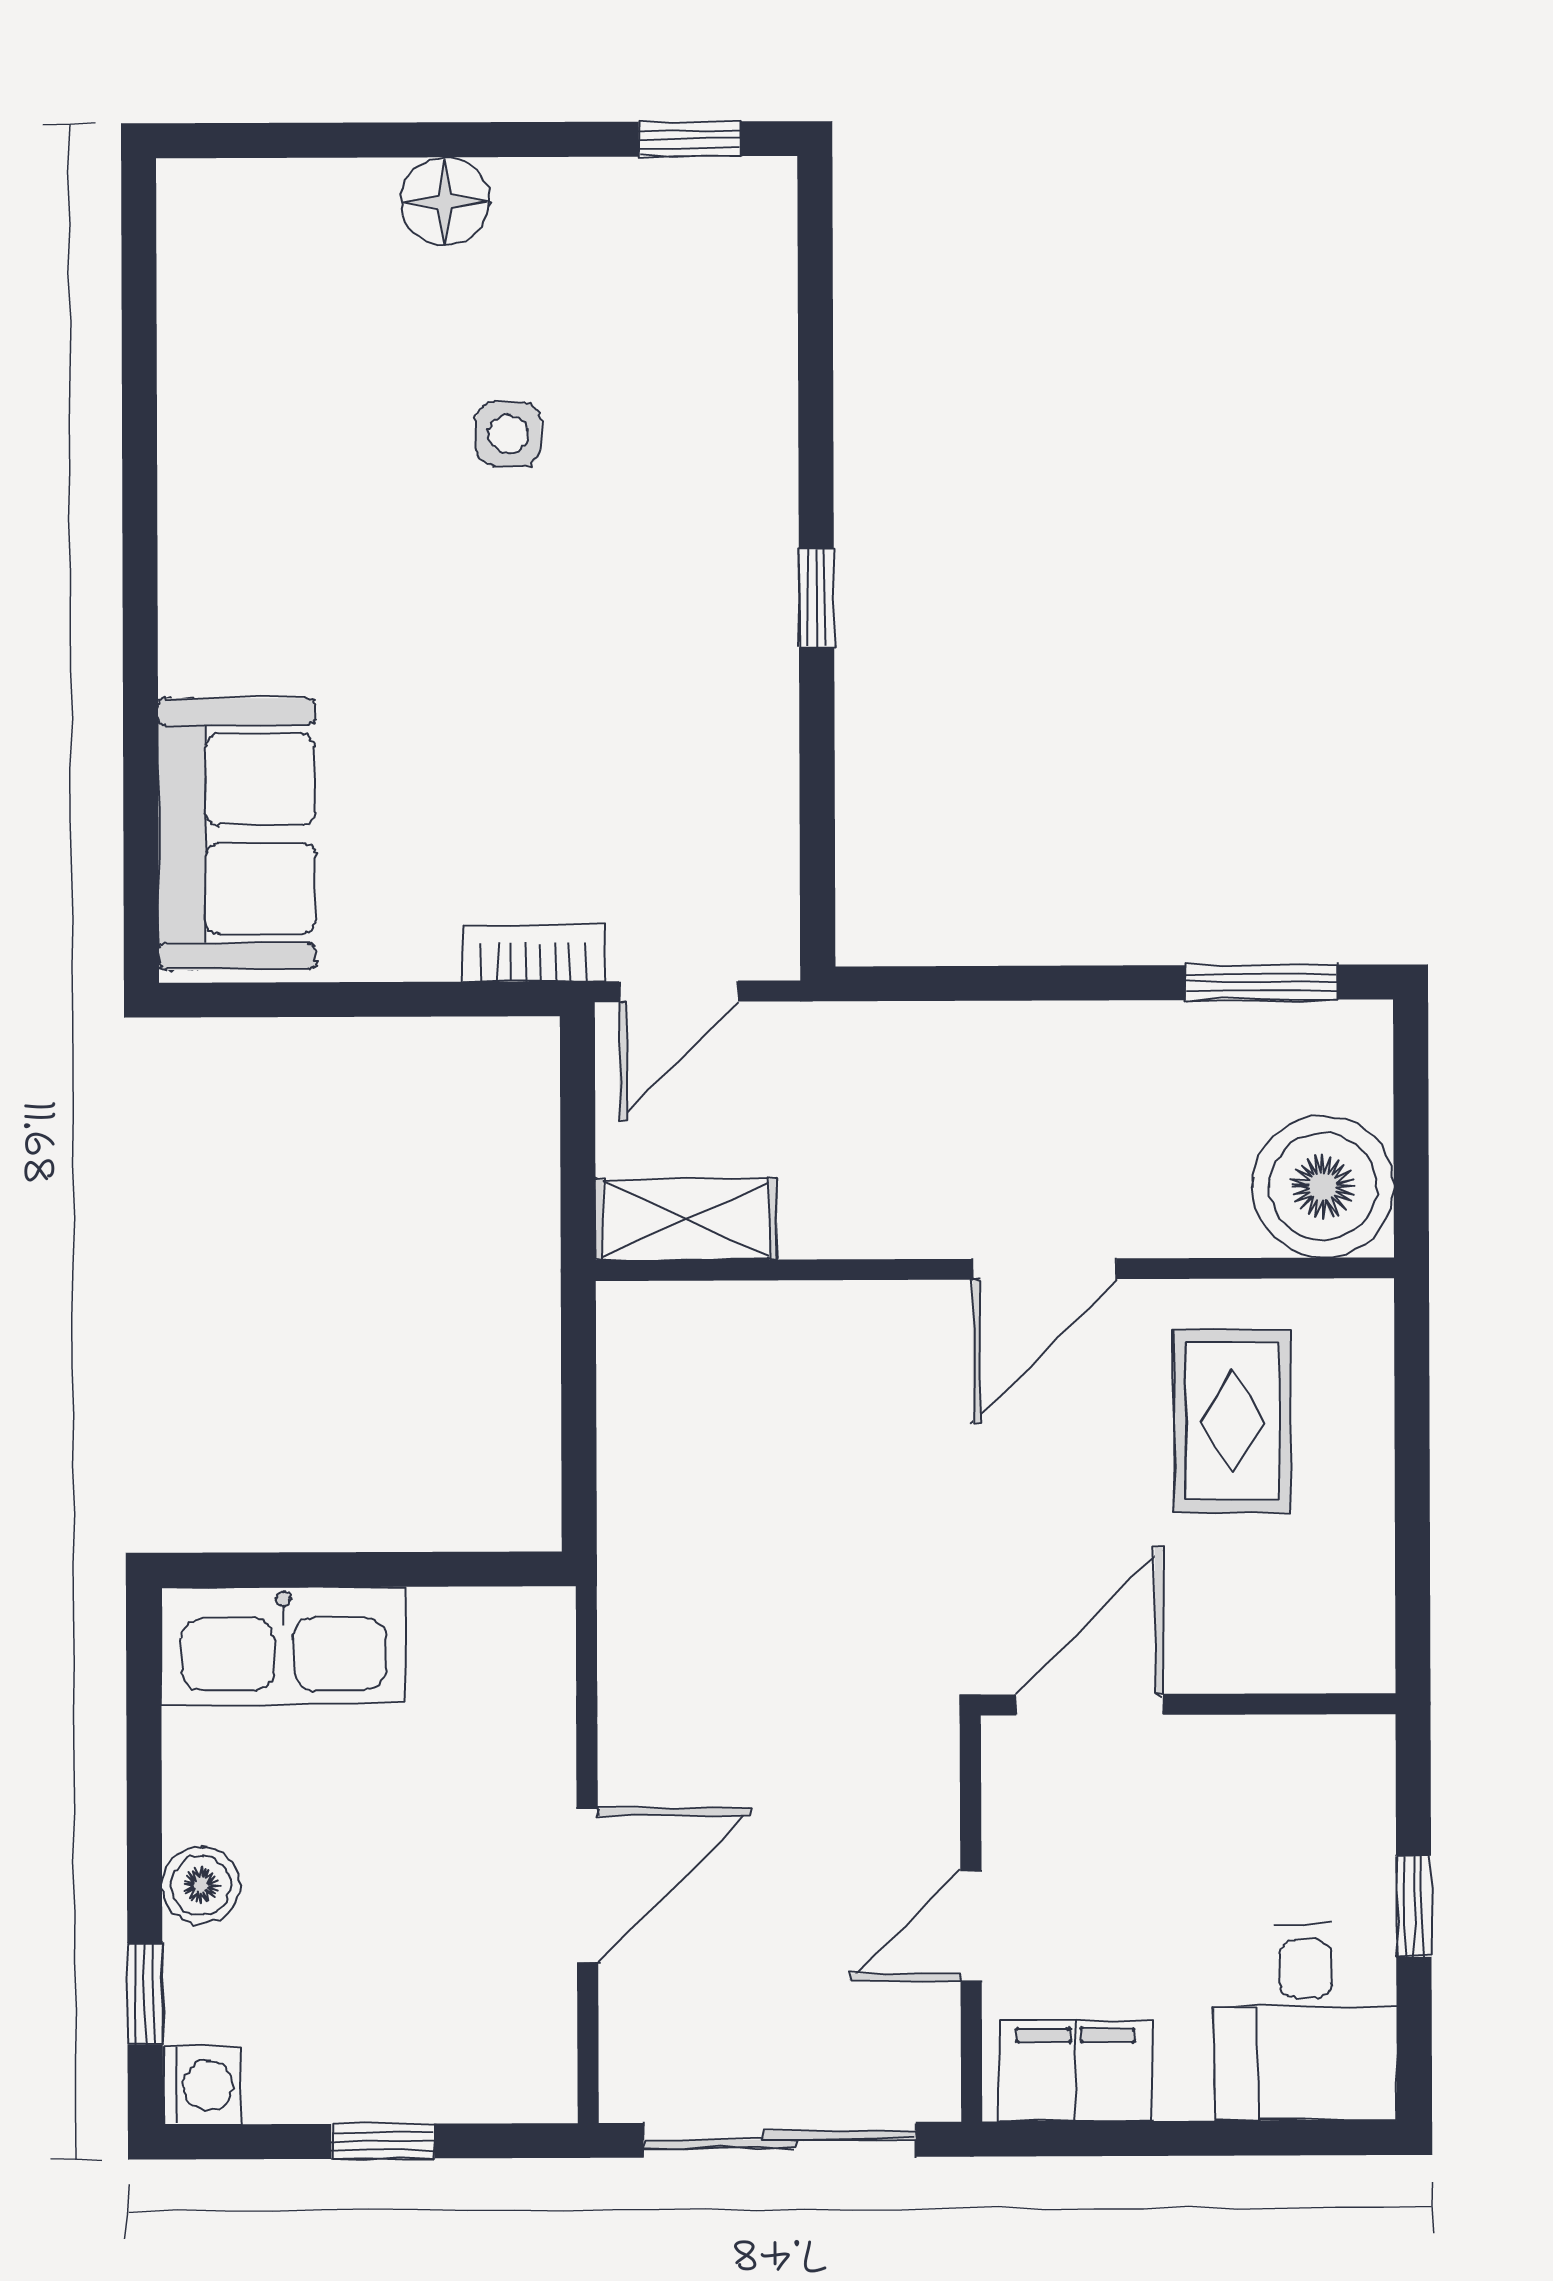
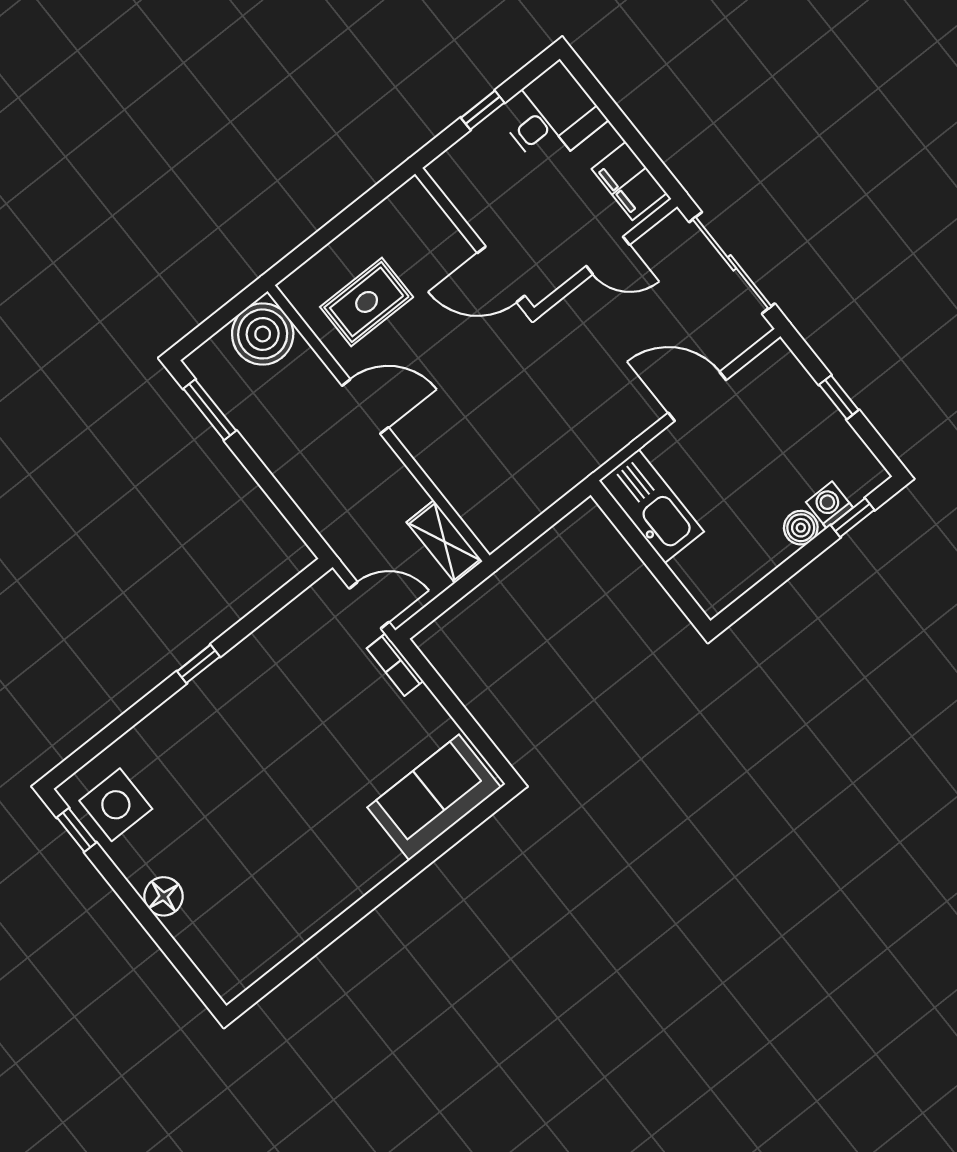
side table: (508, 434) -> (116, 805), moved, width x1.87, depth x1.87
kitchen sink: (283, 1646) -> (651, 506), moved
washing machine: (202, 2085) -> (829, 505), moved

